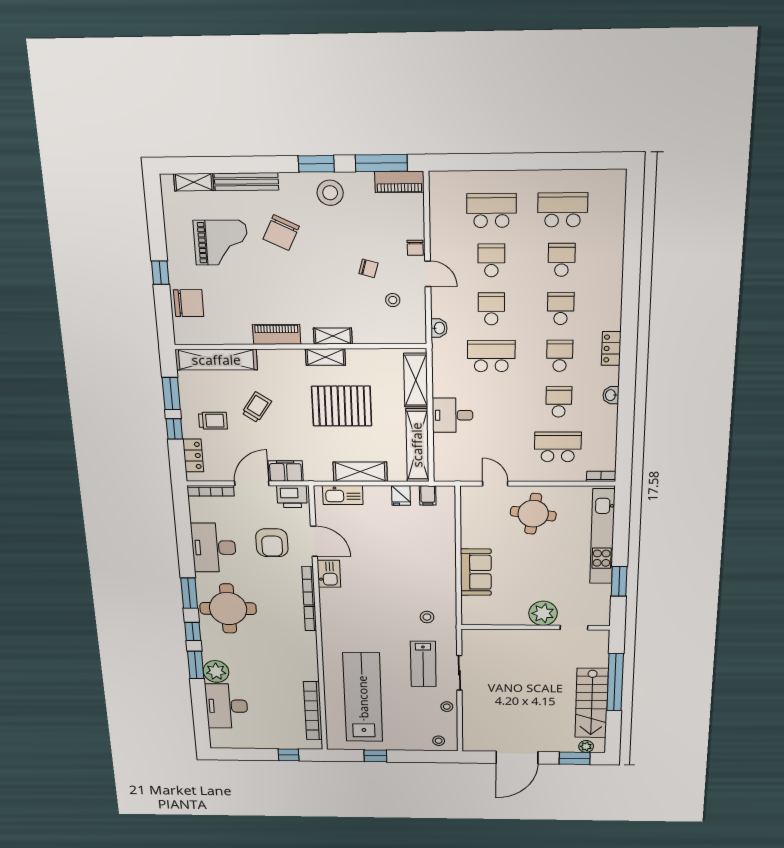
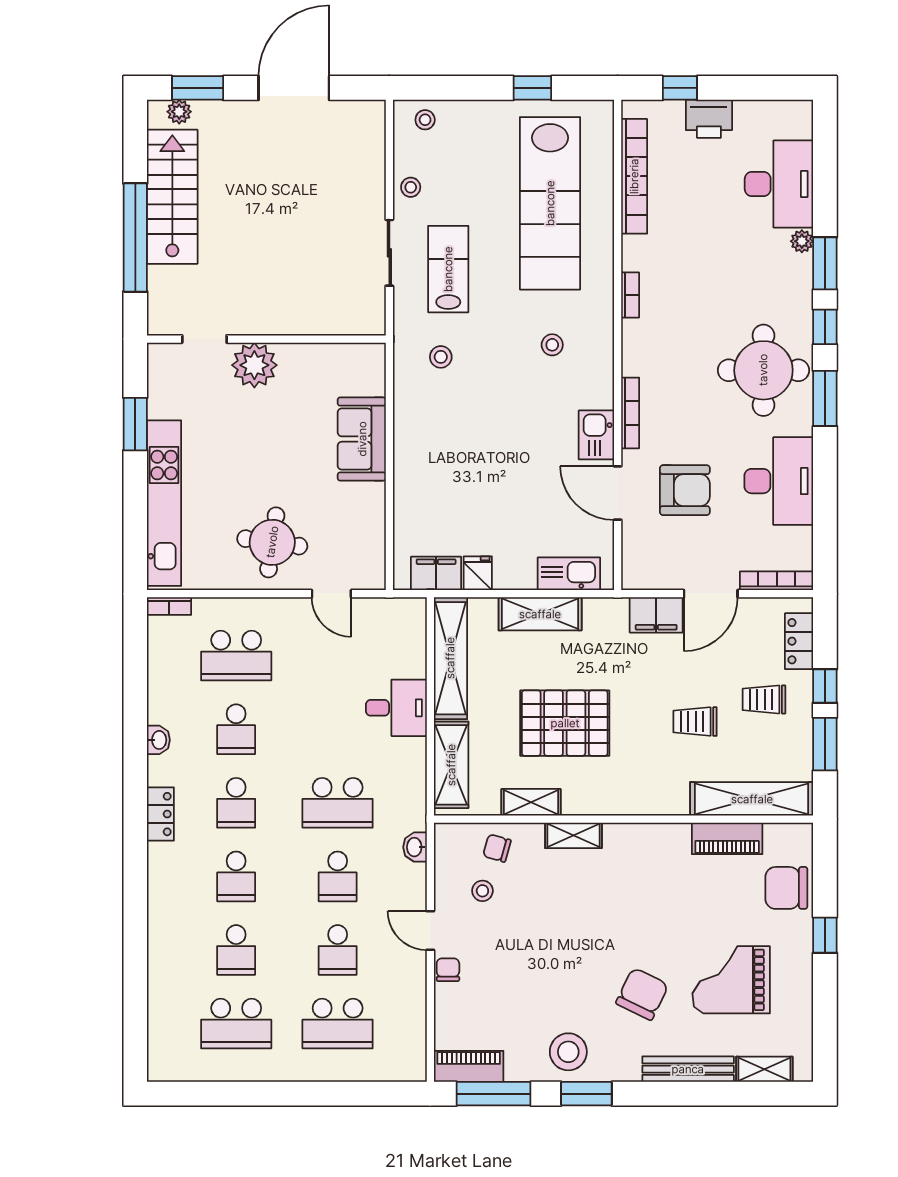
chair: (368, 268) -> (497, 848), moved
piano: (277, 334) -> (727, 838), moved
shelving: (325, 357) -> (531, 802), moved
trolley: (257, 407) -> (695, 722), turned 56
filing cabinet: (428, 495) -> (436, 573), width x2.00
printer: (292, 497) -> (709, 119), moved, turned 180
armchair: (272, 543) -> (685, 490), turned 90
bookcase: (310, 619) -> (630, 295), moved
stool: (358, 623) -> (552, 345), added
plant: (216, 671) -> (802, 241), width x0.53, depth x0.53

